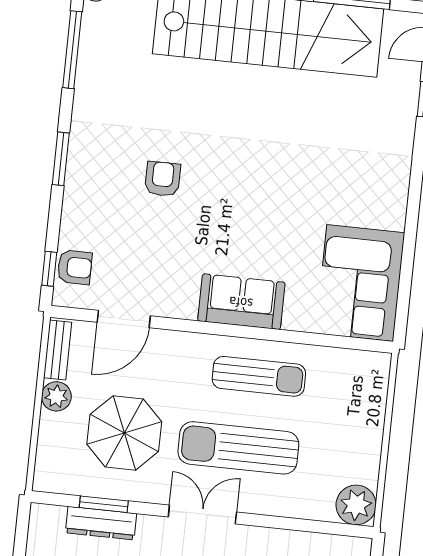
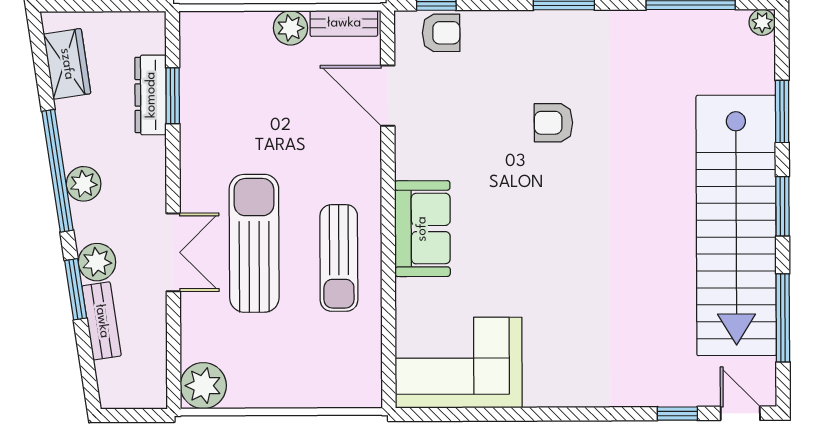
armchair: (163, 179) -> (553, 123), turned 180
armchair: (75, 267) -> (441, 33), turned -90
parasol: (124, 433) -> (257, 110), removed
double door: (202, 515) -> (173, 252), moved

